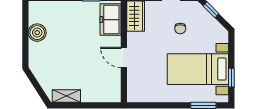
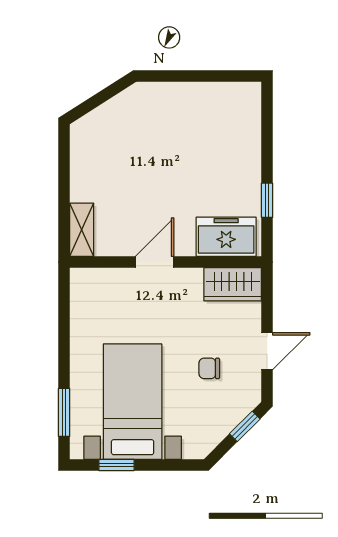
boiler: (37, 33) -> (202, 98), removed
shelving: (66, 96) -> (82, 230), moved

